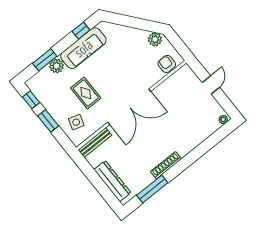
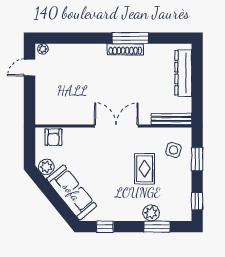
sofa: (83, 48) -> (72, 192), moved, turned 51
door: (211, 85) -> (30, 67), moved
double door: (129, 107) -> (116, 126), width x0.73
window: (48, 121) -> (197, 159), moved
window: (152, 189) -> (130, 38), moved

